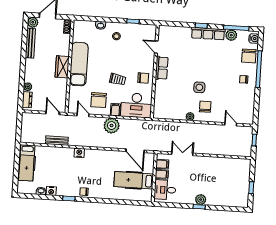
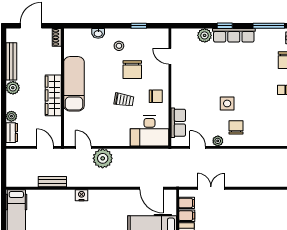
plant: (33, 22) -> (13, 88), moved
plant: (231, 35) -> (205, 35), moved
wardrobe: (62, 67) -> (53, 95), width x1.50
row of seats: (162, 68) -> (178, 123), moved
chair: (99, 100) -> (132, 70), moved
filing cabinet: (115, 110) -> (124, 138), removed
door: (231, 124) -> (198, 147), moved
plant: (112, 126) -> (103, 158), moved

